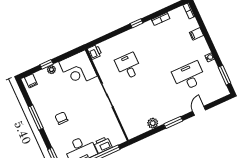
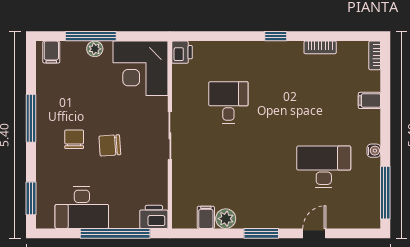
window: (47, 64) -> (91, 36), width x2.17
window: (225, 75) -> (385, 193), width x1.44
chair: (80, 113) -> (110, 145), added
filing cabinet: (143, 127) -> (206, 217), added
printer: (103, 145) -> (154, 217), moved

